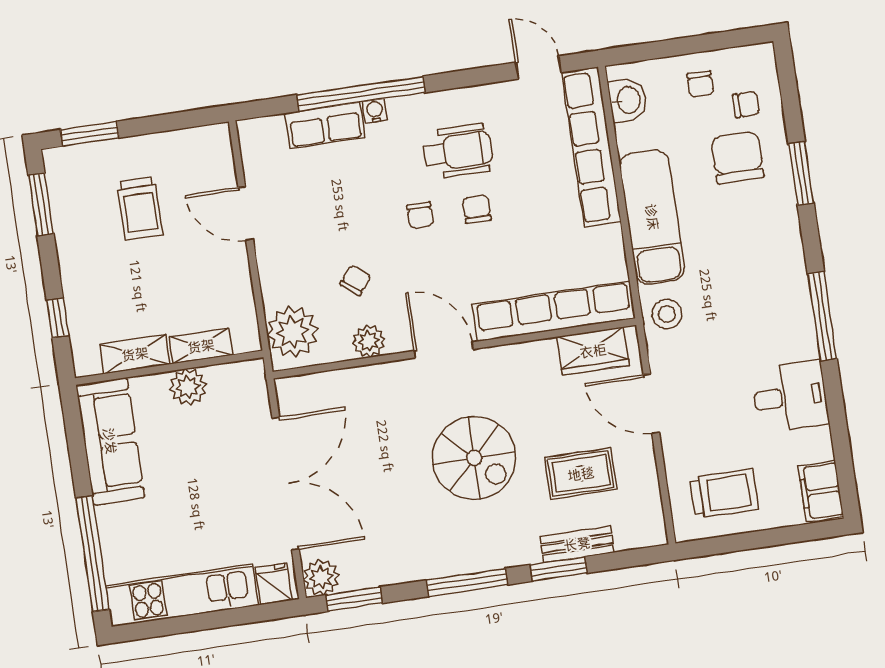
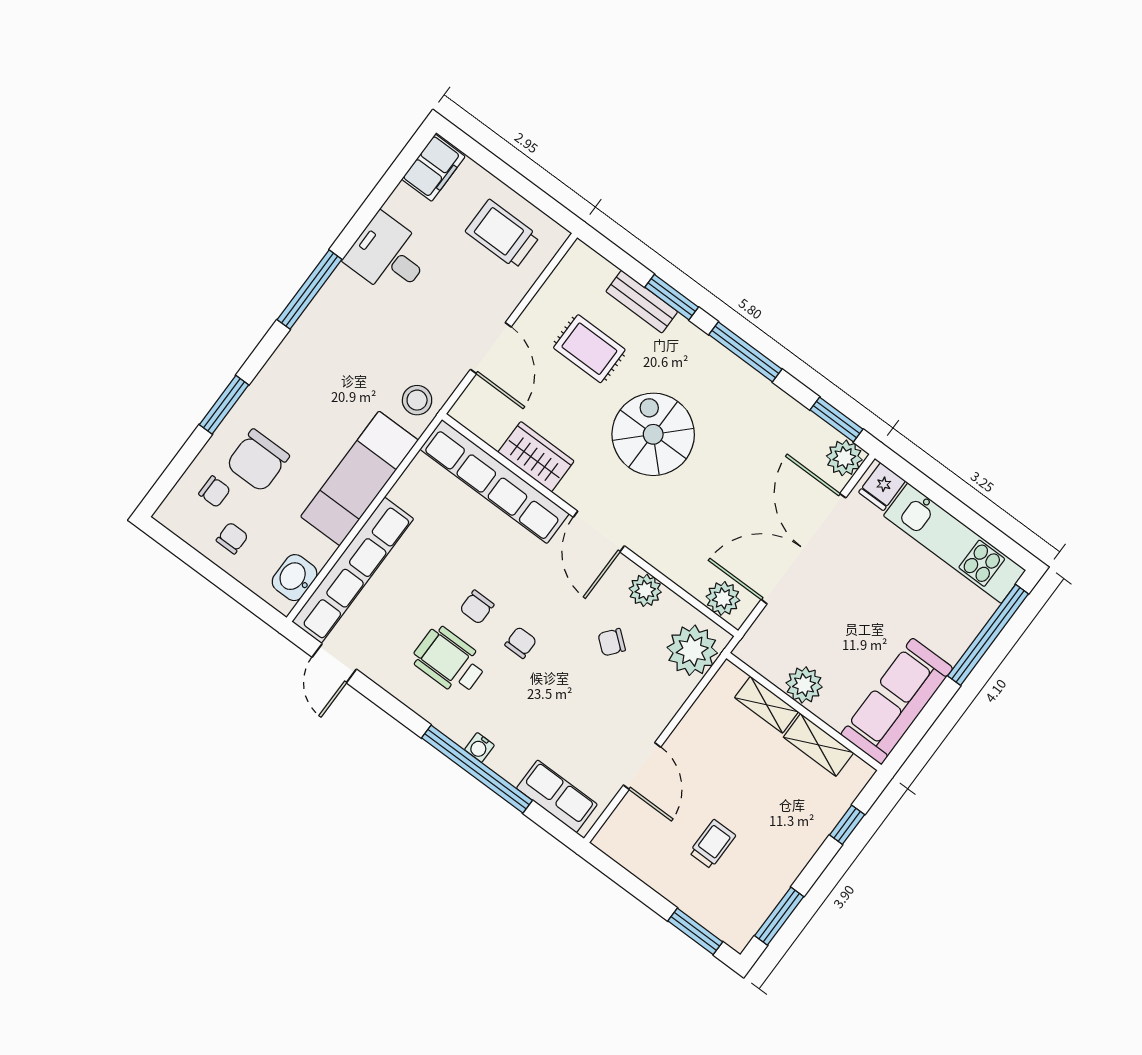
chair: (746, 105) -> (215, 492), turned 180
row of seats: (325, 125) -> (557, 796), moved
trolley: (140, 208) -> (712, 844), width x0.73, depth x0.72
wardrobe: (593, 351) -> (536, 457), moved
plant: (307, 391) -> (723, 598), added

